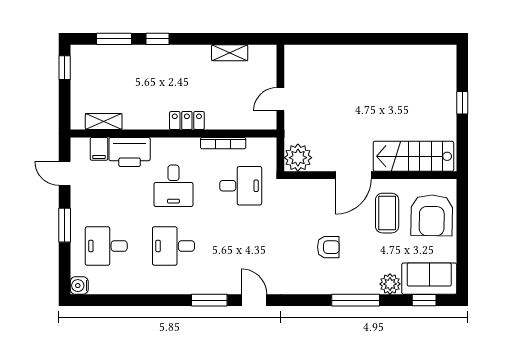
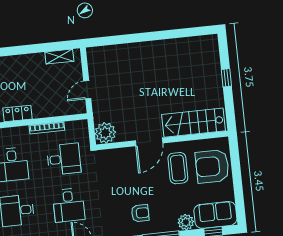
shelving: (230, 53) -> (59, 57), moved
armchair: (432, 215) -> (212, 166), turned 89
desk: (241, 246) -> (69, 205), added
armchair: (328, 247) -> (140, 213), moved

